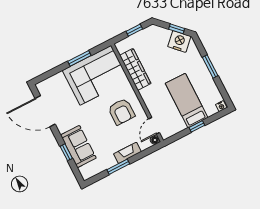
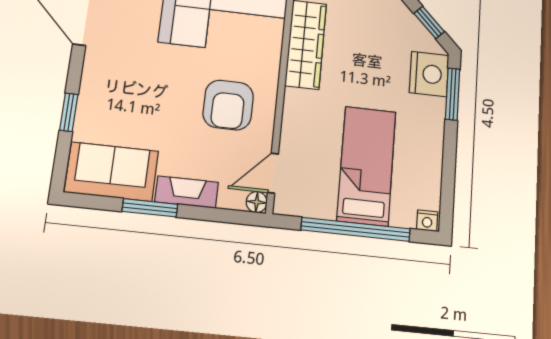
nightstand: (179, 41) -> (429, 74), moved, turned 45
window: (210, 66) -> (453, 94), moved
window: (197, 126) -> (356, 229), width x3.17
sofa: (78, 147) -> (112, 172), moved, turned -90

